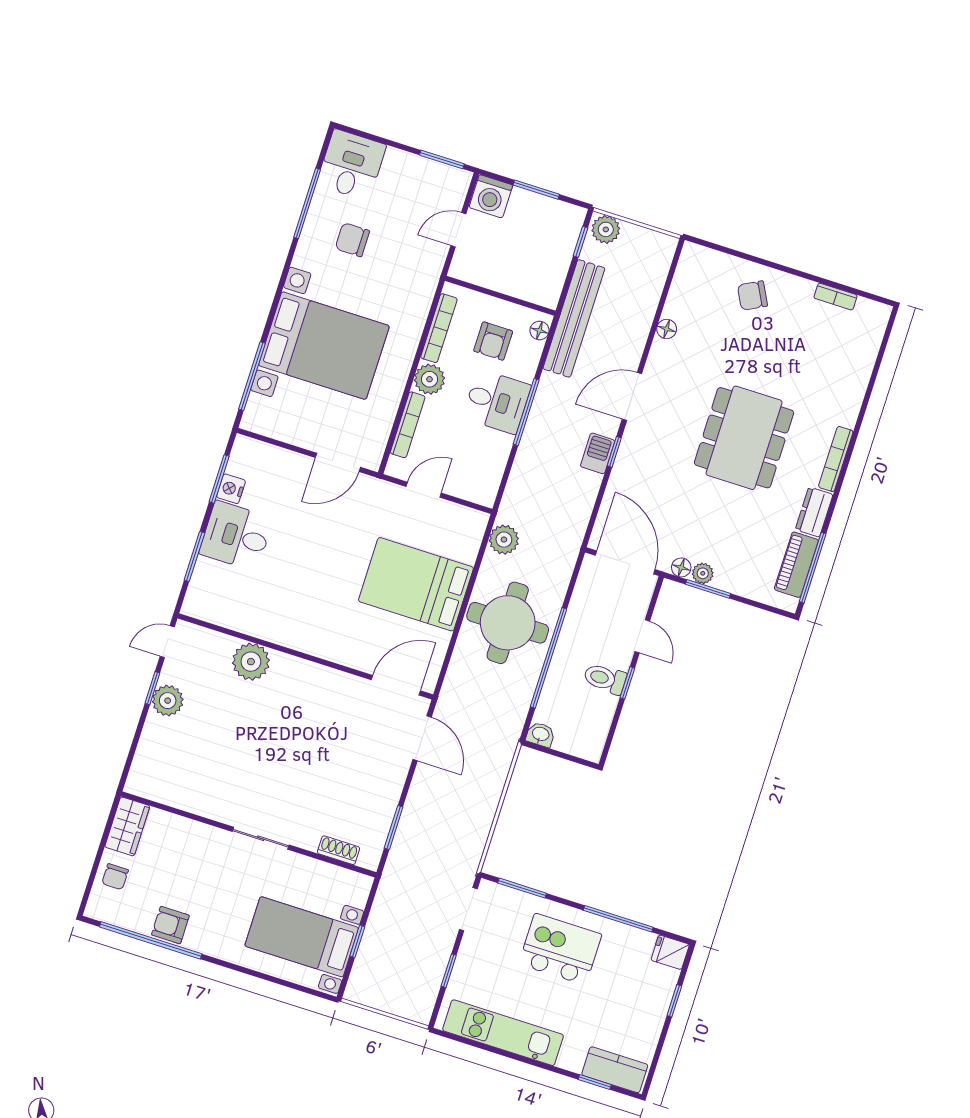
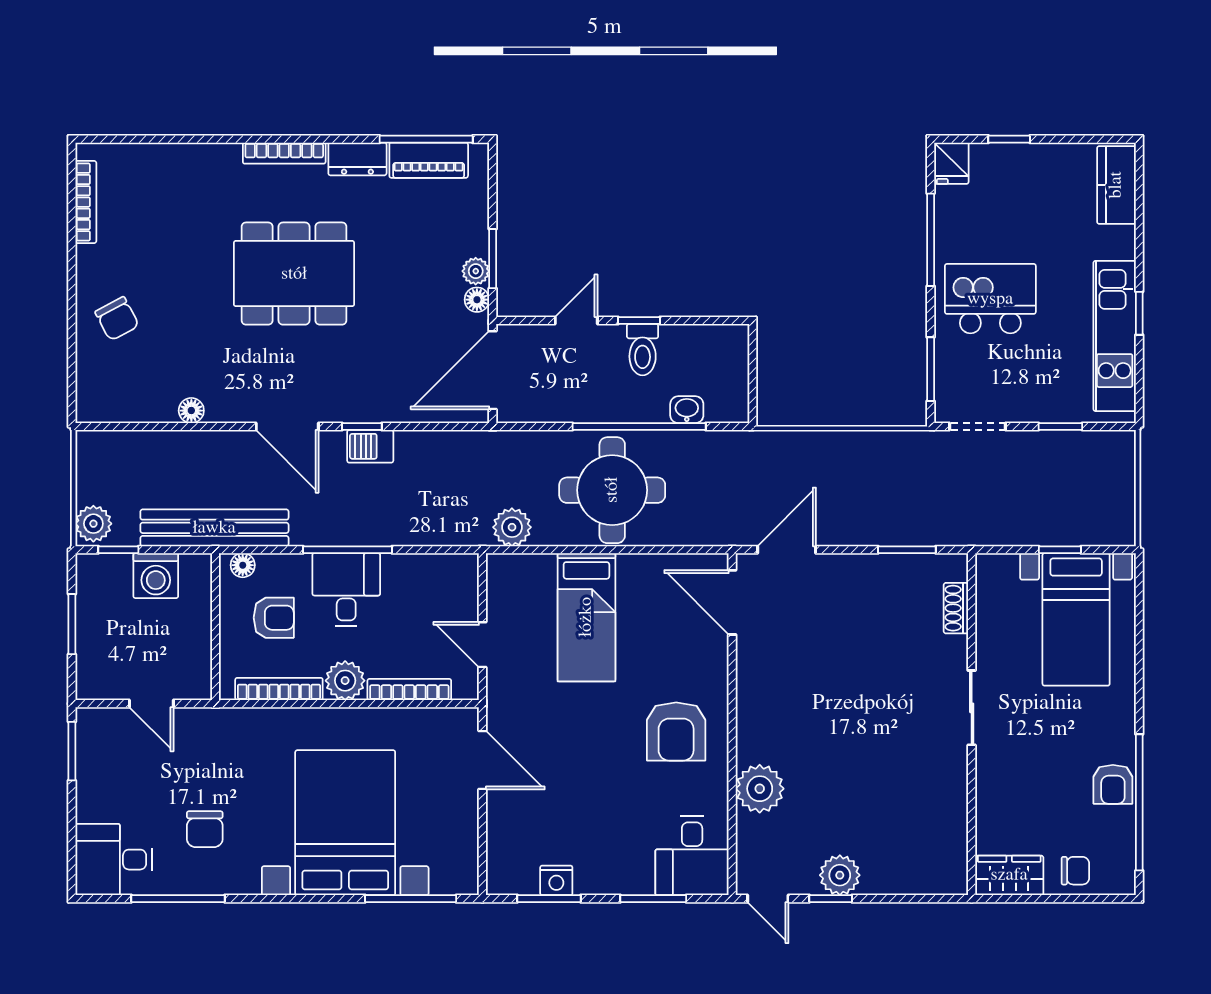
washing machine: (491, 196) -> (156, 576), moved, turned 90
bookcase: (836, 297) -> (86, 202), width x1.56
desk: (236, 536) -> (692, 856), moved
bed: (416, 584) -> (586, 617), width x0.67
armchair: (313, 613) -> (676, 731), added
washbasin: (540, 734) -> (687, 410), moved, turned 90
kitchen island: (560, 949) -> (990, 299), turned 90
window: (595, 1082) -> (1139, 313), moved

